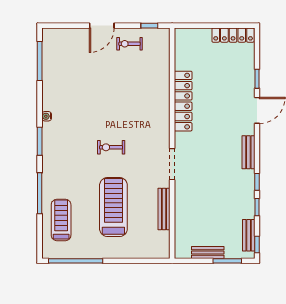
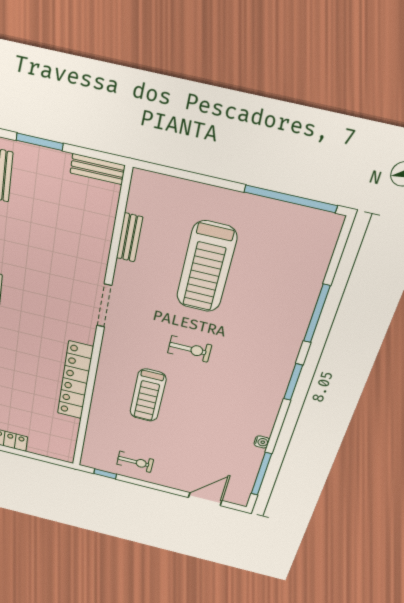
door: (102, 26) -> (205, 499), moved
water cooler: (47, 116) -> (262, 442), moved
bench: (164, 209) -> (129, 238), width x0.73
treadmill: (61, 220) -> (148, 395), moved
bench: (208, 253) -> (97, 169), moved

